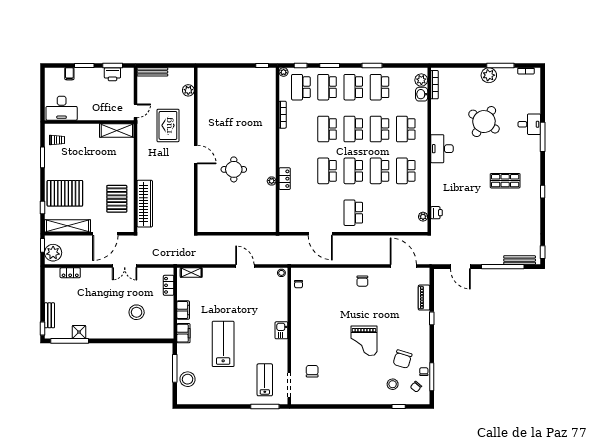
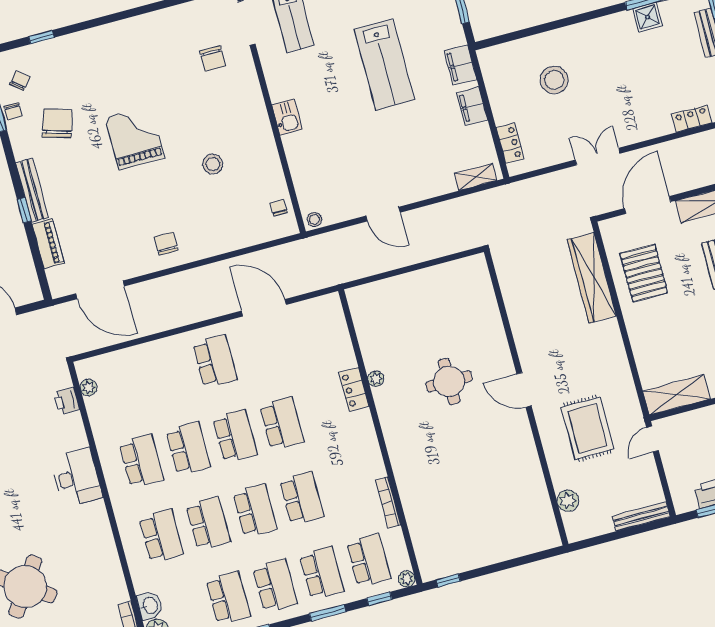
desk: (442, 149) -> (77, 477), moved
bench: (425, 328) -> (32, 190), added
stool: (393, 384) -> (213, 164), moved

